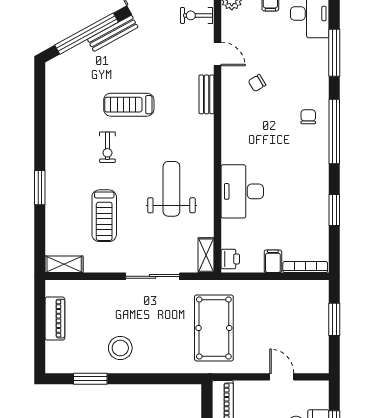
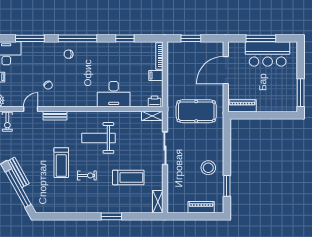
weight bench: (171, 189) -> (98, 138), moved
piano: (55, 319) -> (201, 207), moved
door: (282, 377) -> (226, 70), width x1.87

